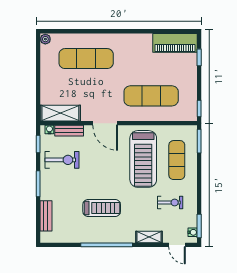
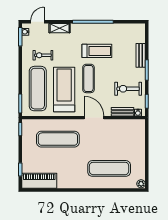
shelving: (60, 113) -> (129, 126), removed
exercise mat: (177, 160) -> (38, 89), width x1.36, depth x1.45
exercise mat: (112, 173) -> (88, 78), added
treadmill: (102, 208) -> (97, 51), turned 180
bench: (46, 216) -> (141, 55), moved
door: (177, 245) -> (38, 22), hinge flipped

